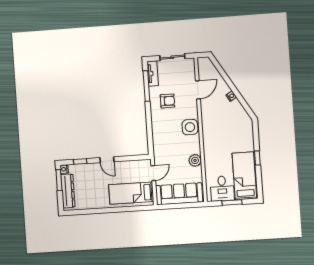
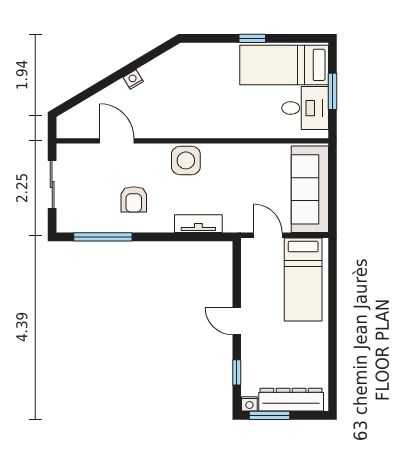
tv unit: (153, 73) -> (198, 224), moved
armchair: (167, 101) -> (134, 199), turned 180
door: (107, 160) -> (237, 321), swing flipped
plant: (195, 160) -> (249, 155), removed

